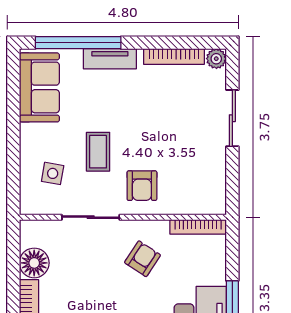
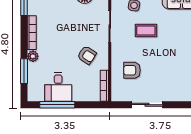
sliding door: (232, 118) -> (147, 105), moved
armchair: (142, 186) -> (132, 70), moved

